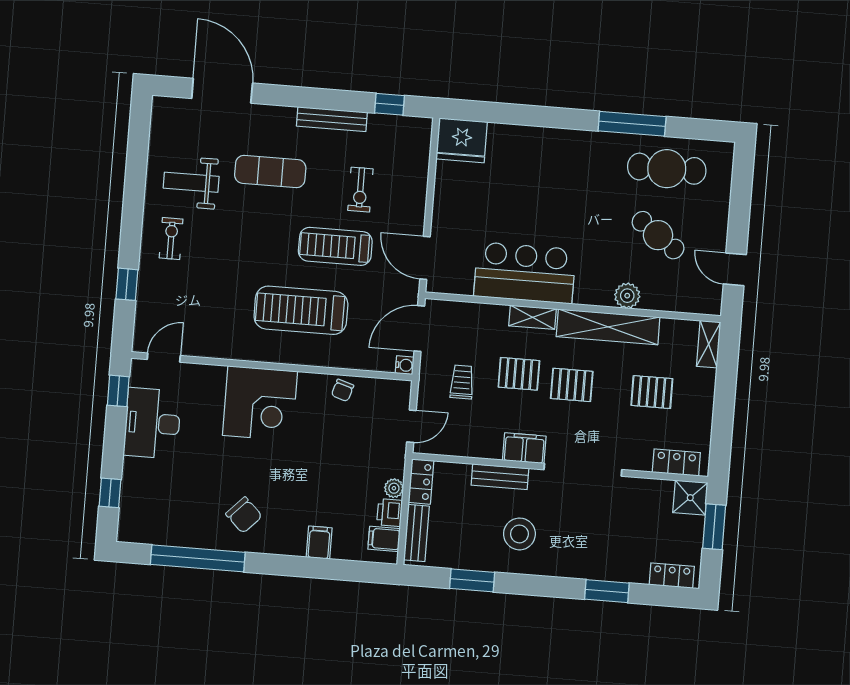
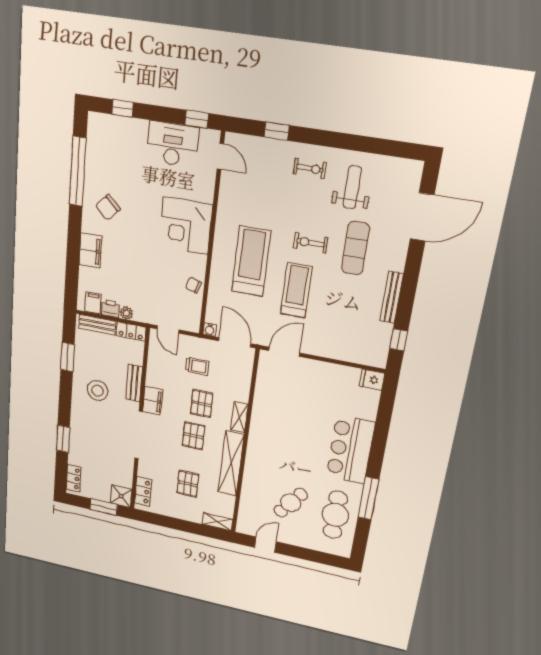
fridge: (462, 140) -> (372, 380), width x0.53, depth x0.75
exercise bike: (360, 190) -> (310, 243), moved
bar counter: (525, 273) -> (350, 450), moved, turned 180
plant: (627, 296) -> (251, 478), removed
filing cabinet: (319, 543) -> (90, 250), width x2.00

